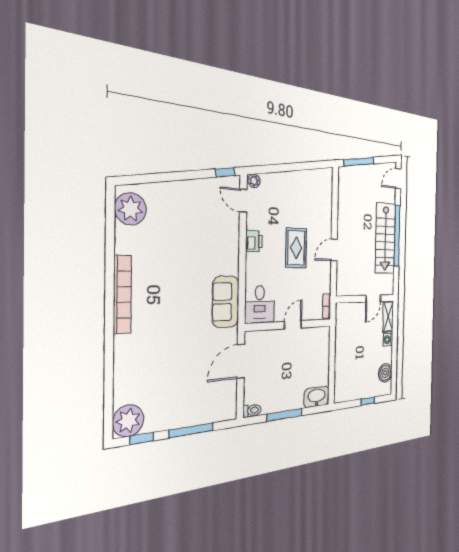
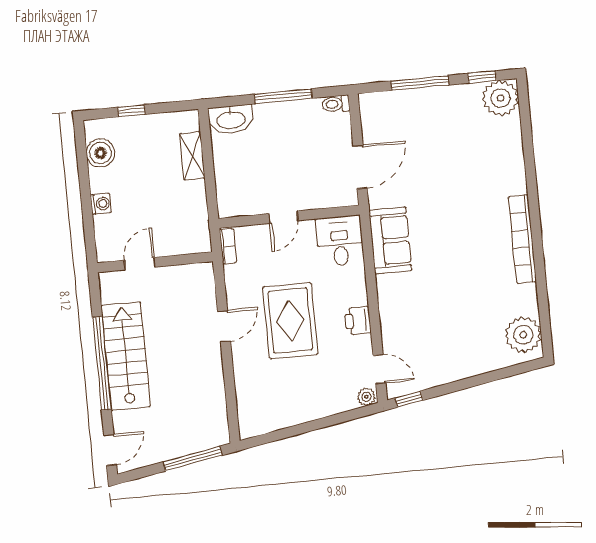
rug: (296, 248) -> (290, 321), width x1.36, depth x1.43
shelving: (388, 317) -> (192, 156), moved

